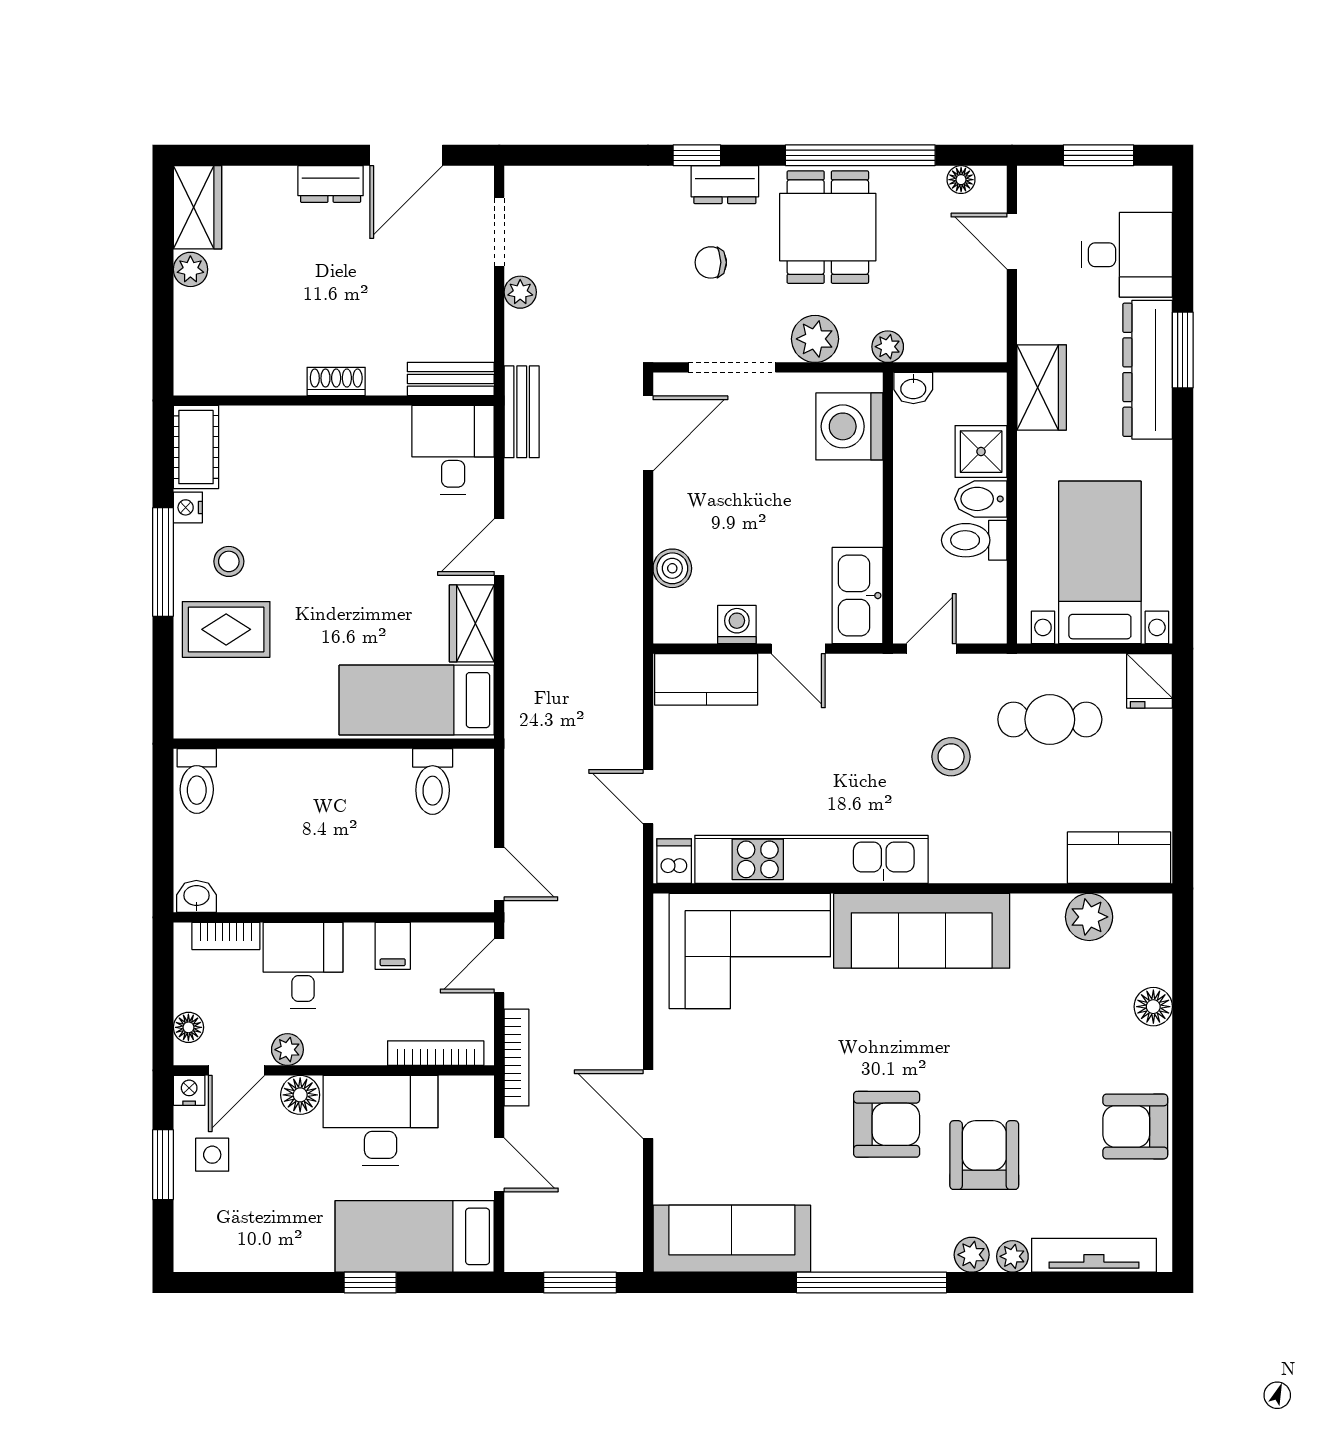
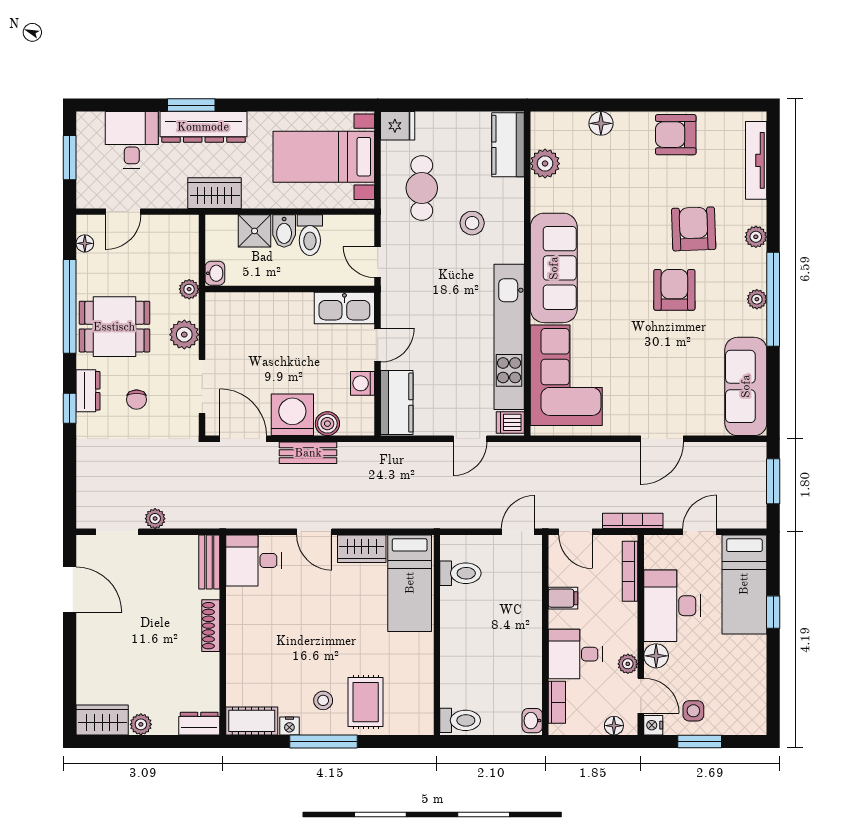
dresser: (331, 184) -> (199, 724), moved, turned -90
shoe rack: (336, 381) -> (211, 626), width x1.43
bench: (522, 412) -> (308, 453), moved
washing machine: (849, 426) -> (292, 415), moved, turned 180
stool: (951, 757) -> (472, 223), moved
armchair: (1135, 1126) -> (676, 135), turned 90
armchair: (984, 1155) -> (694, 229), turned 88
plant: (1012, 1256) -> (757, 299), moved

